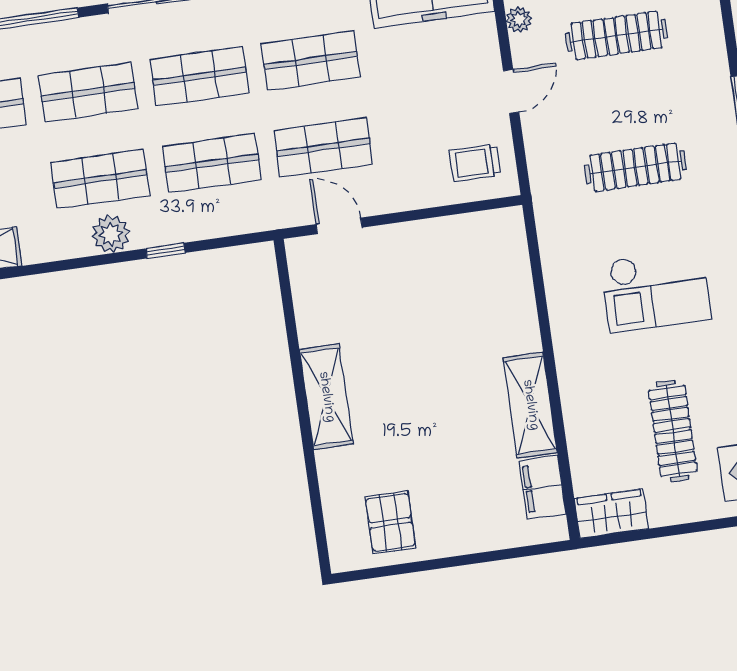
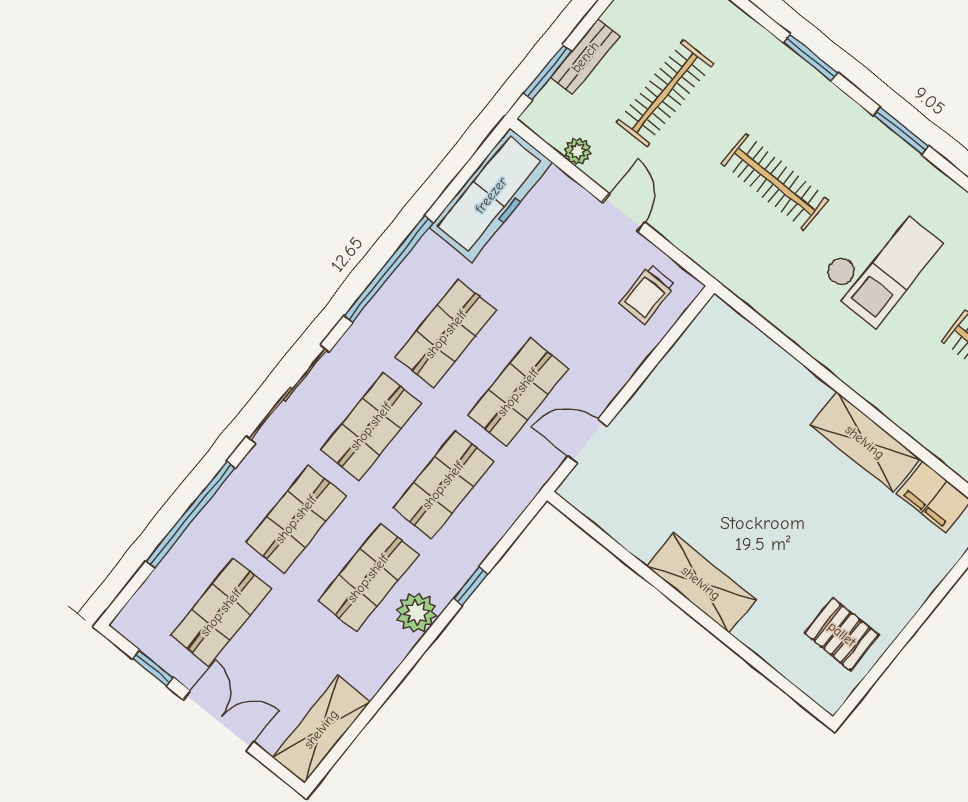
clothes rail: (635, 167) -> (775, 182), turned 90

